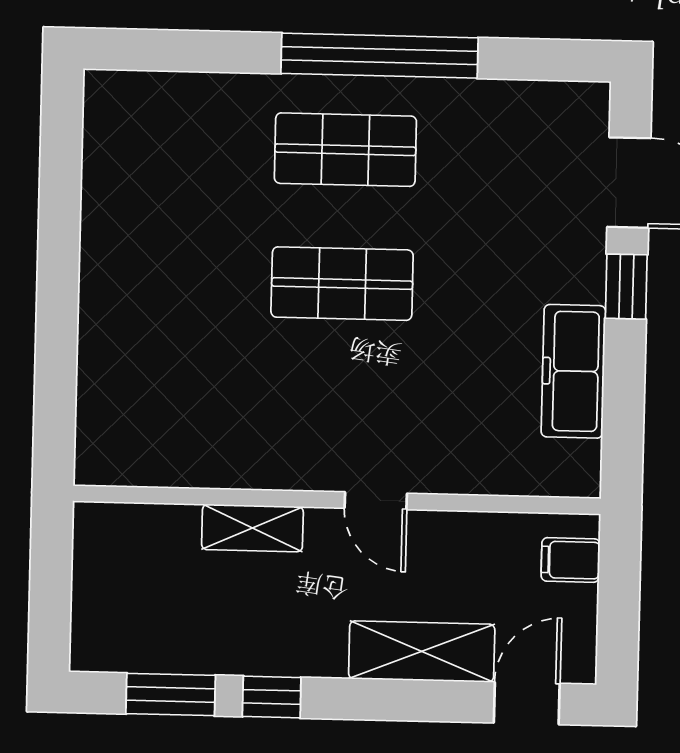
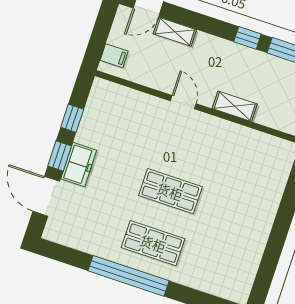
freezer: (573, 371) -> (79, 164), moved, width x0.71
window: (624, 384) -> (72, 118), added
shelving: (422, 651) -> (175, 32), width x0.67, depth x0.75

